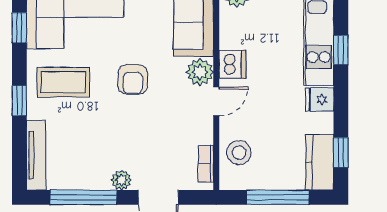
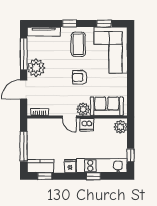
stool: (239, 153) -> (45, 128), removed
plant: (121, 180) -> (36, 68), width x1.88, depth x1.88

